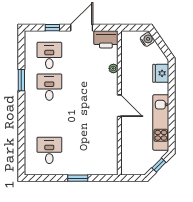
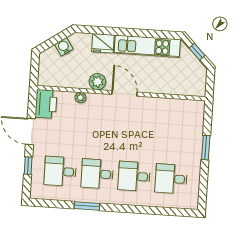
water cooler: (147, 39) -> (64, 47), moved
fridge: (161, 73) -> (103, 43), moved
plant: (128, 82) -> (97, 82), added
door: (119, 106) -> (124, 93), hinge flipped
desk: (49, 119) -> (134, 176), added

